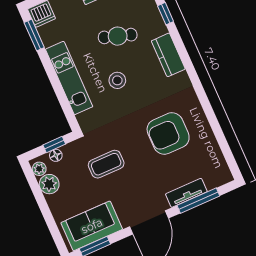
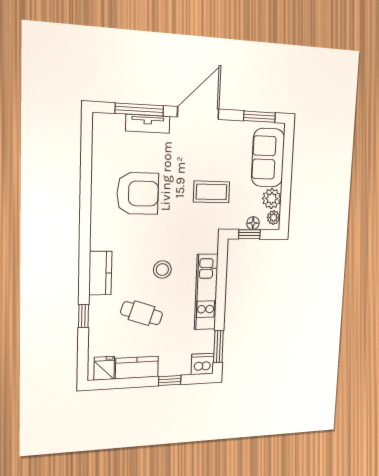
sofa: (92, 226) -> (268, 158), moved, turned 90

